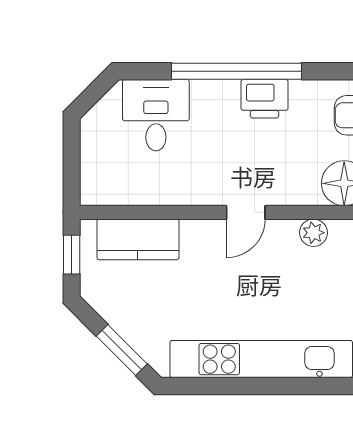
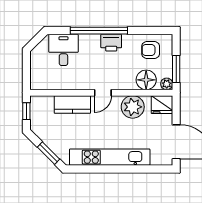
plant: (313, 233) -> (133, 107), width x1.88, depth x1.88
kitchen counter: (138, 239) -> (72, 104), moved

